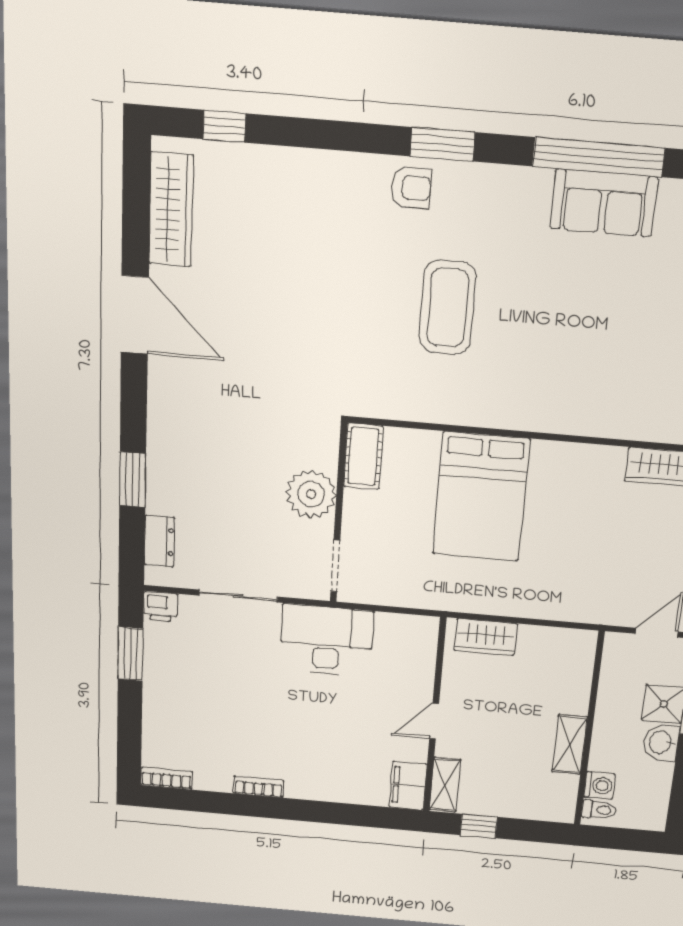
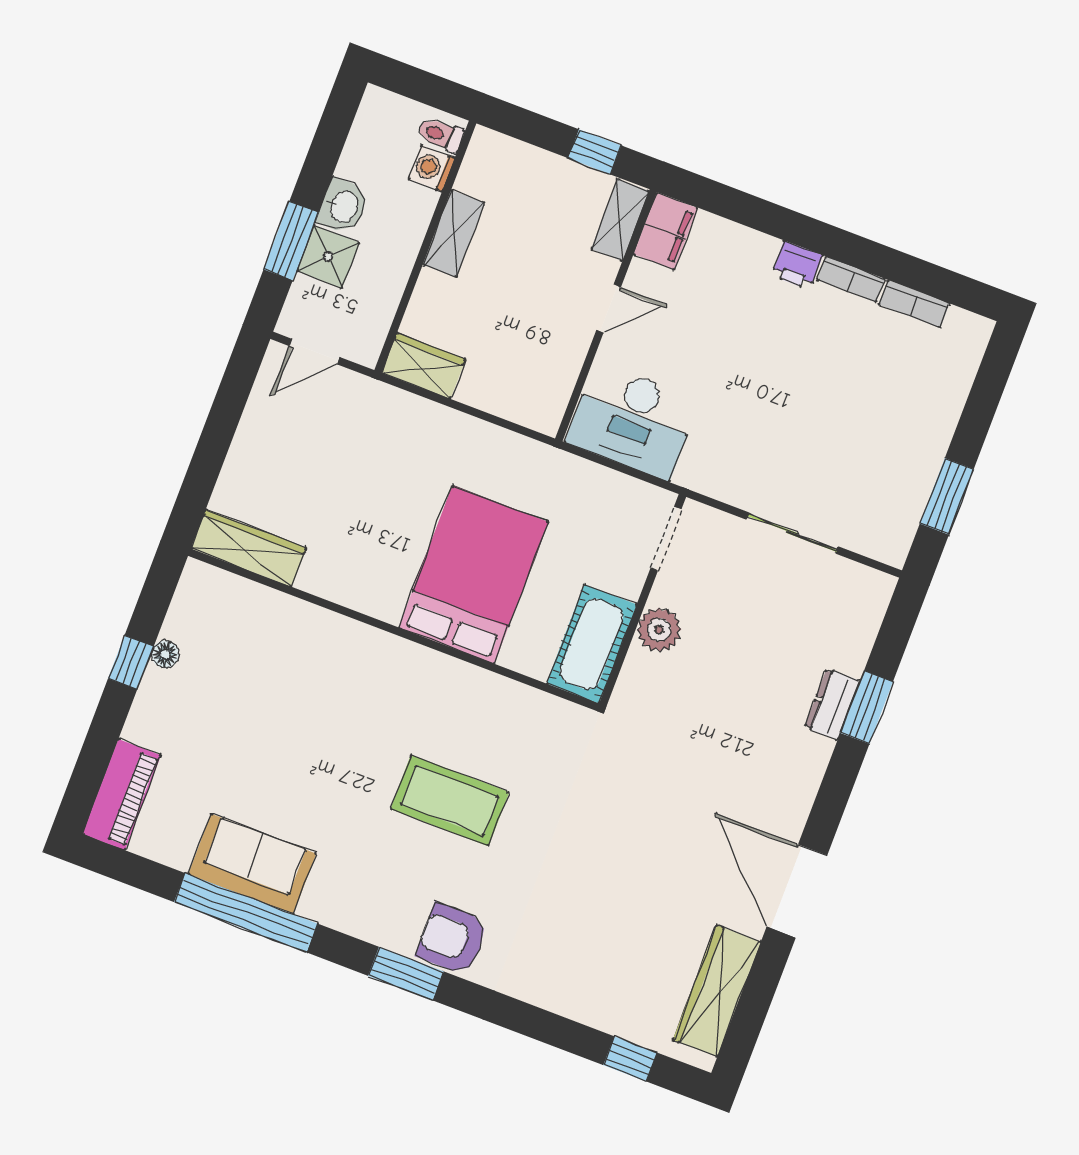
armchair: (411, 188) -> (452, 939), width x1.38, depth x1.38
coffee table: (448, 308) -> (450, 801), turned 90
cot: (363, 456) -> (592, 644), width x1.37, depth x1.34
plant: (311, 494) -> (659, 630), width x0.73, depth x0.73
dresser: (159, 541) -> (832, 704), moved
printer: (160, 607) -> (797, 265), moved, turned 180
wardrobe: (486, 637) -> (424, 366), moved
desk: (326, 640) -> (632, 421), moved
bookcase: (167, 778) -> (914, 304), moved

